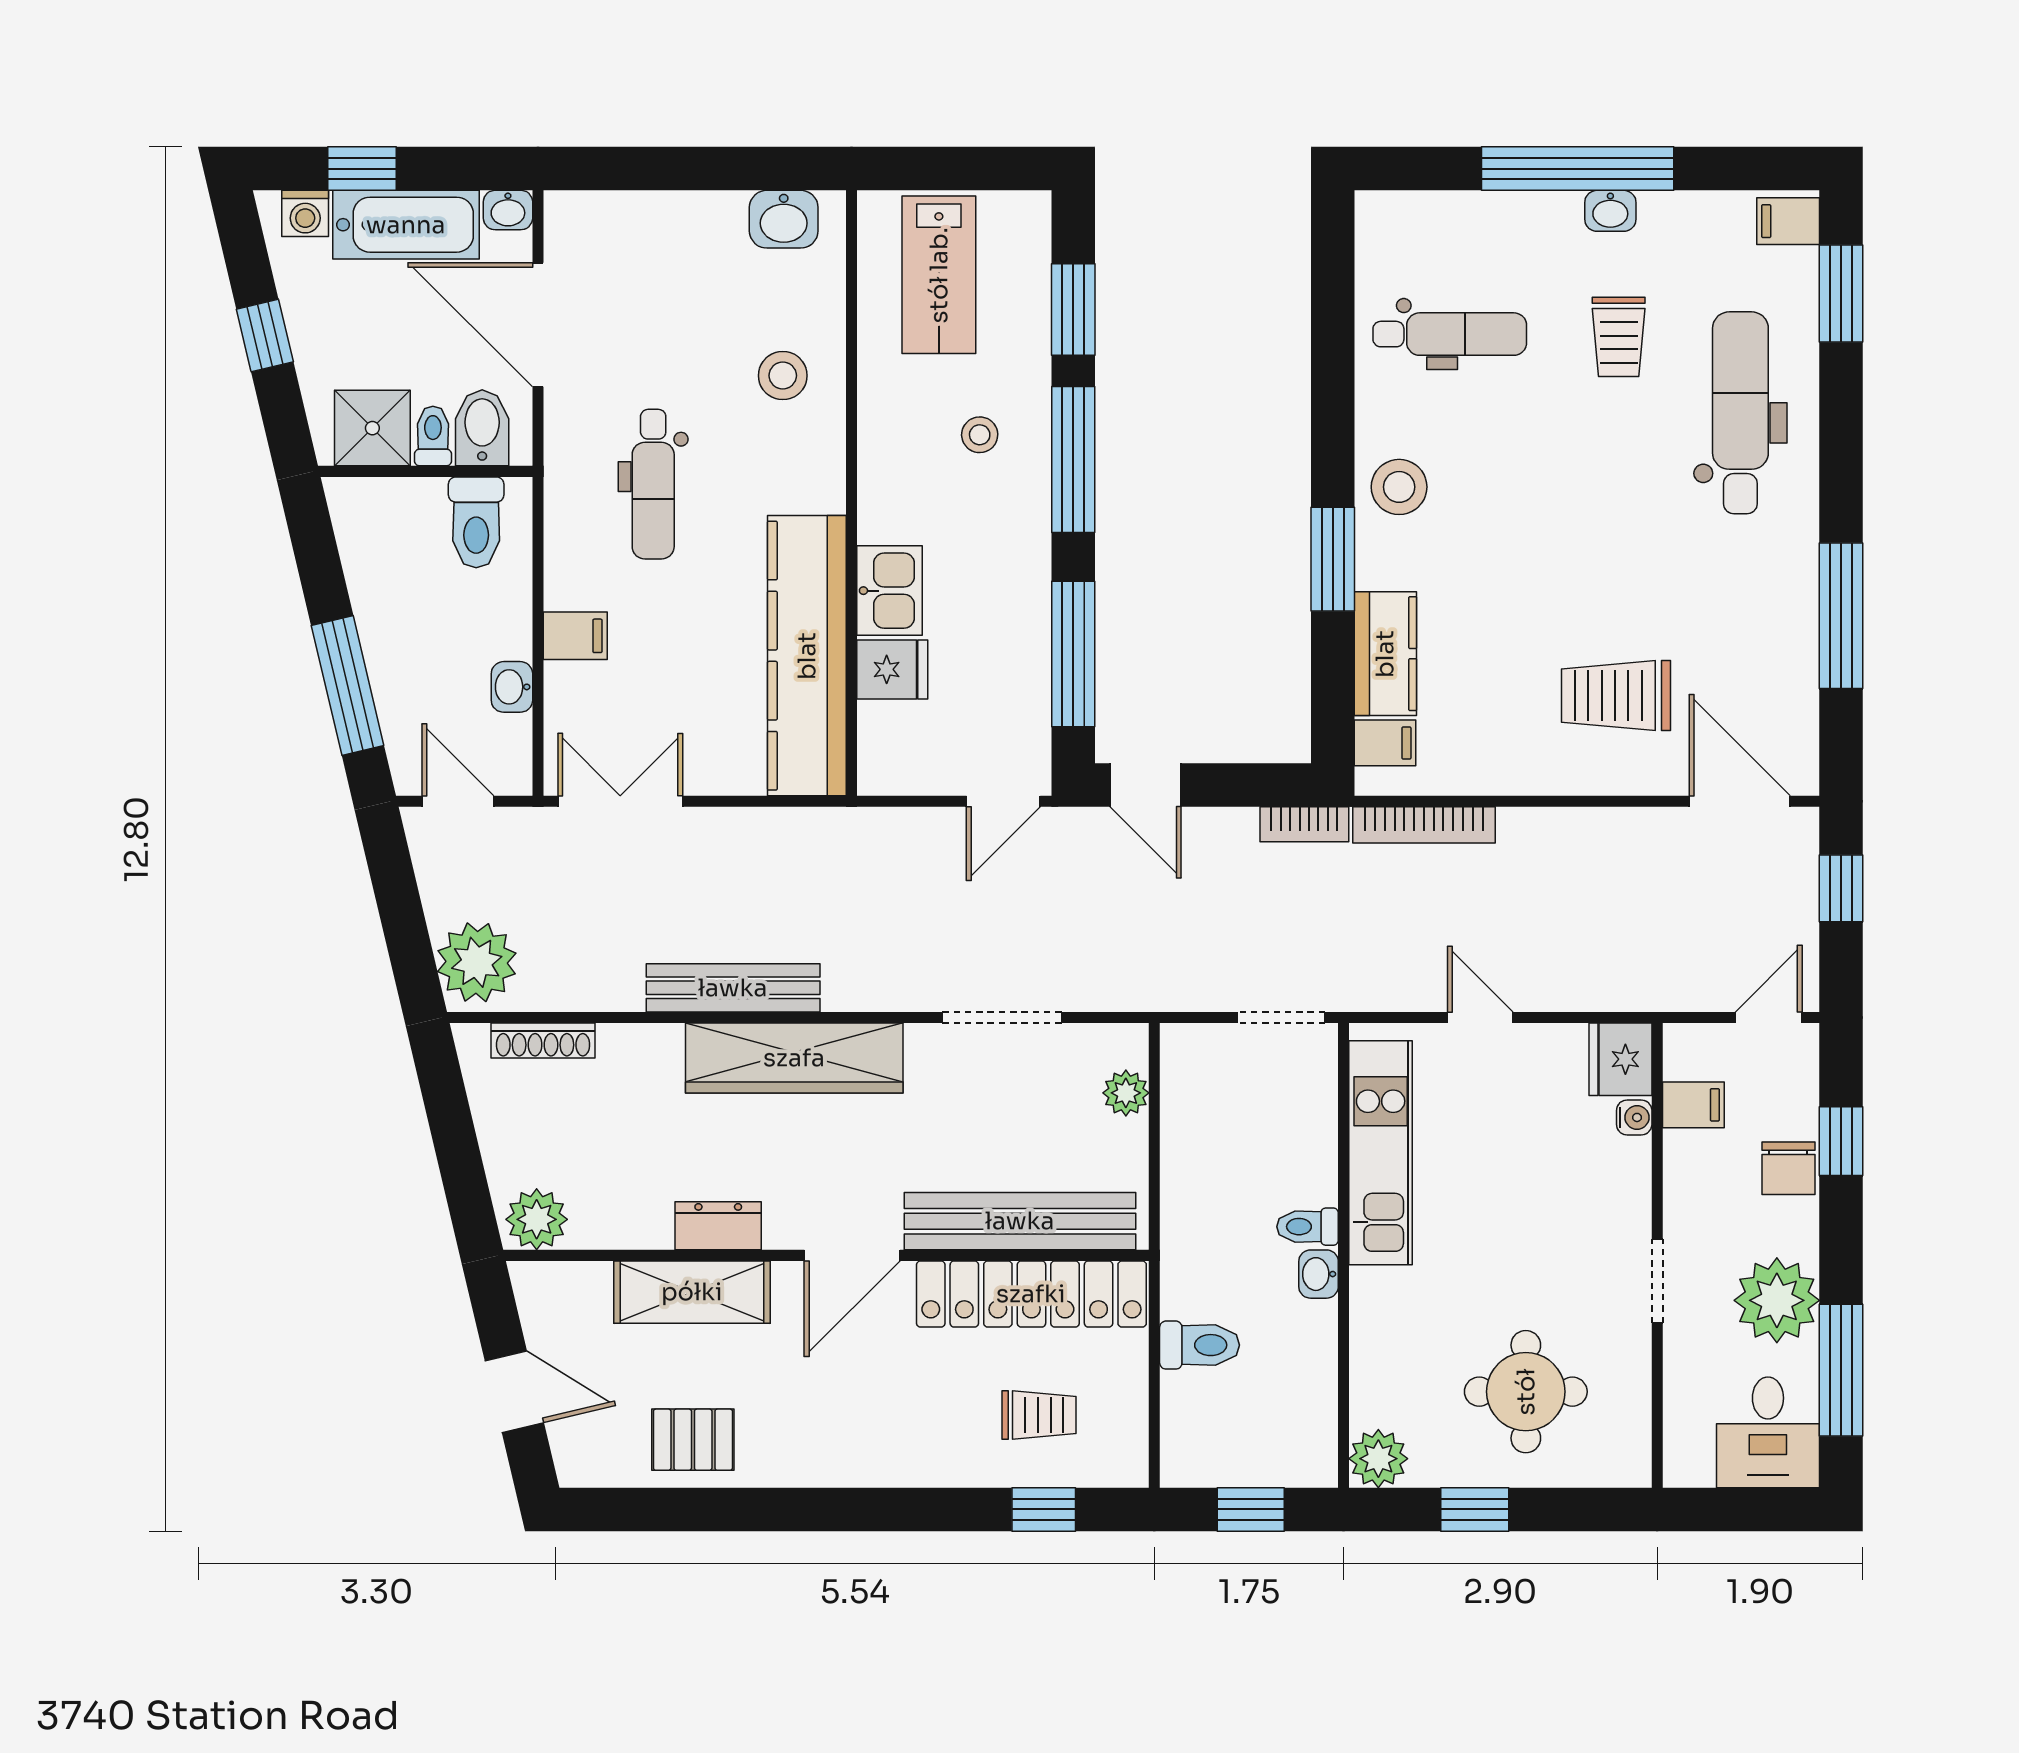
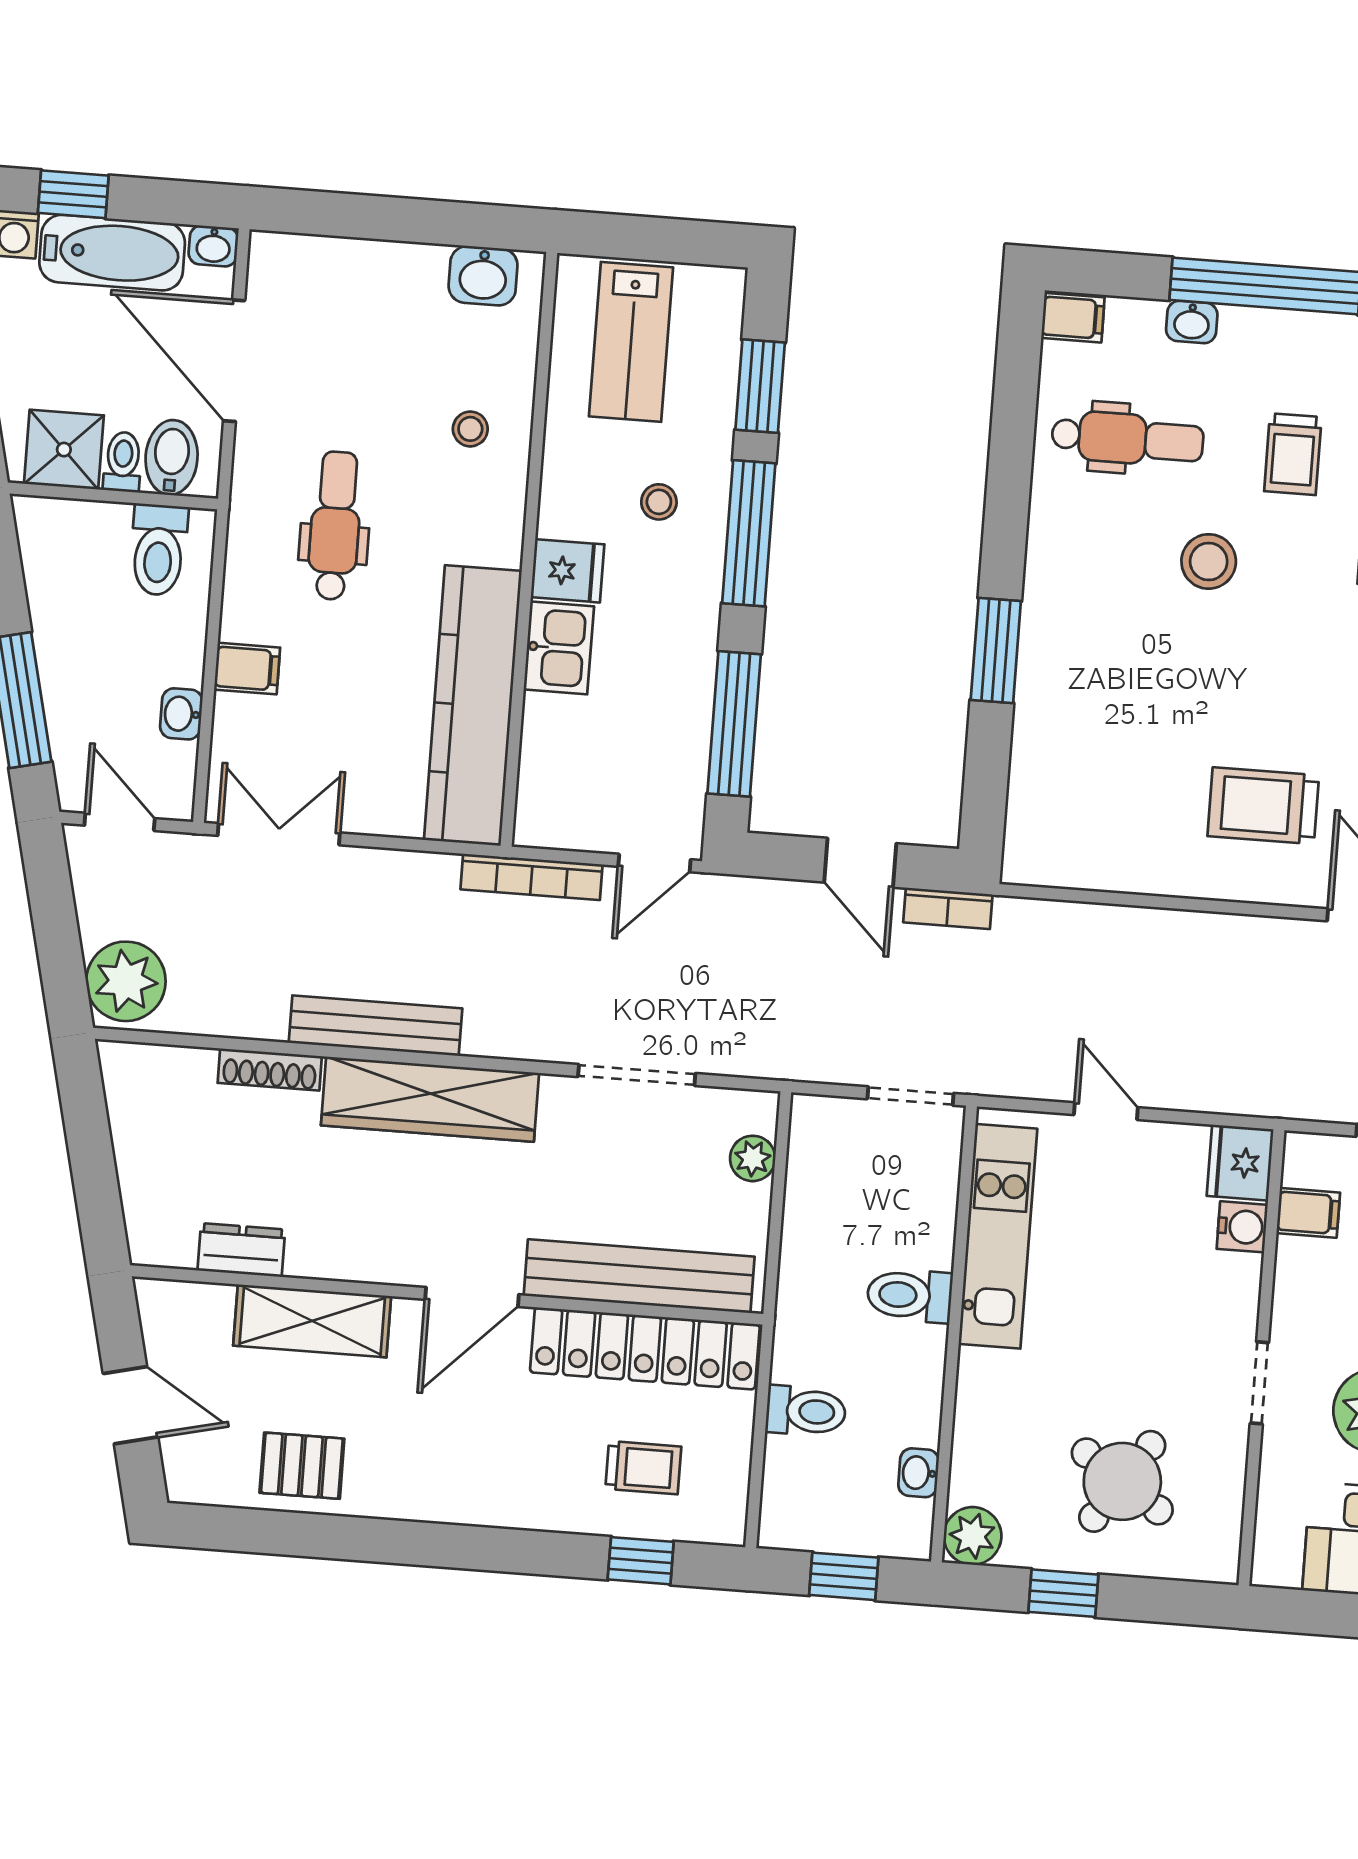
washbasin: (1610, 211) -> (1192, 322), moved
stool: (783, 376) -> (470, 429), width x0.73, depth x0.73
dental chair: (653, 484) -> (335, 526), turned 180
stool: (1399, 487) -> (1209, 561), moved
kitchen counter: (1385, 654) -> (1040, 747), removed
fridge: (892, 669) -> (567, 571), moved
filing cabinet: (1385, 743) -> (1073, 318), moved
door: (1146, 785) -> (860, 863), moved
bookcase: (1424, 825) -> (532, 877), moved
shoe rack: (543, 1041) -> (270, 1069), moved
water cooler: (1634, 1117) -> (1242, 1227), width x1.38, depth x1.38
plant: (537, 1219) -> (165, 1238), removed
dresser: (718, 1226) -> (241, 1250), moved
toilet: (1308, 1227) -> (910, 1295), width x1.37, depth x1.39
washbasin: (1319, 1274) -> (918, 1473), moved
round table: (1526, 1392) -> (1122, 1481), turned 34

